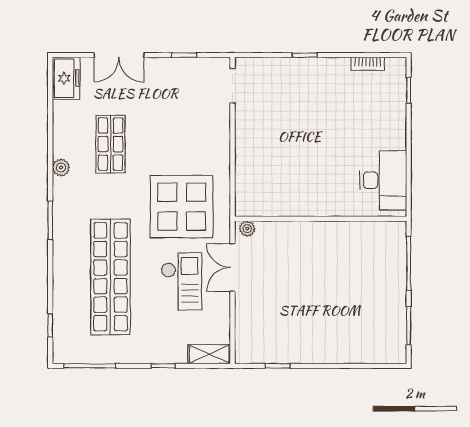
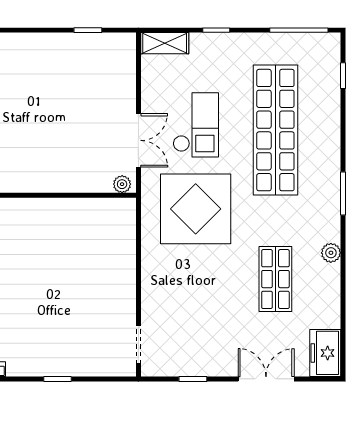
checkout: (181, 282) -> (196, 125), turned 180

